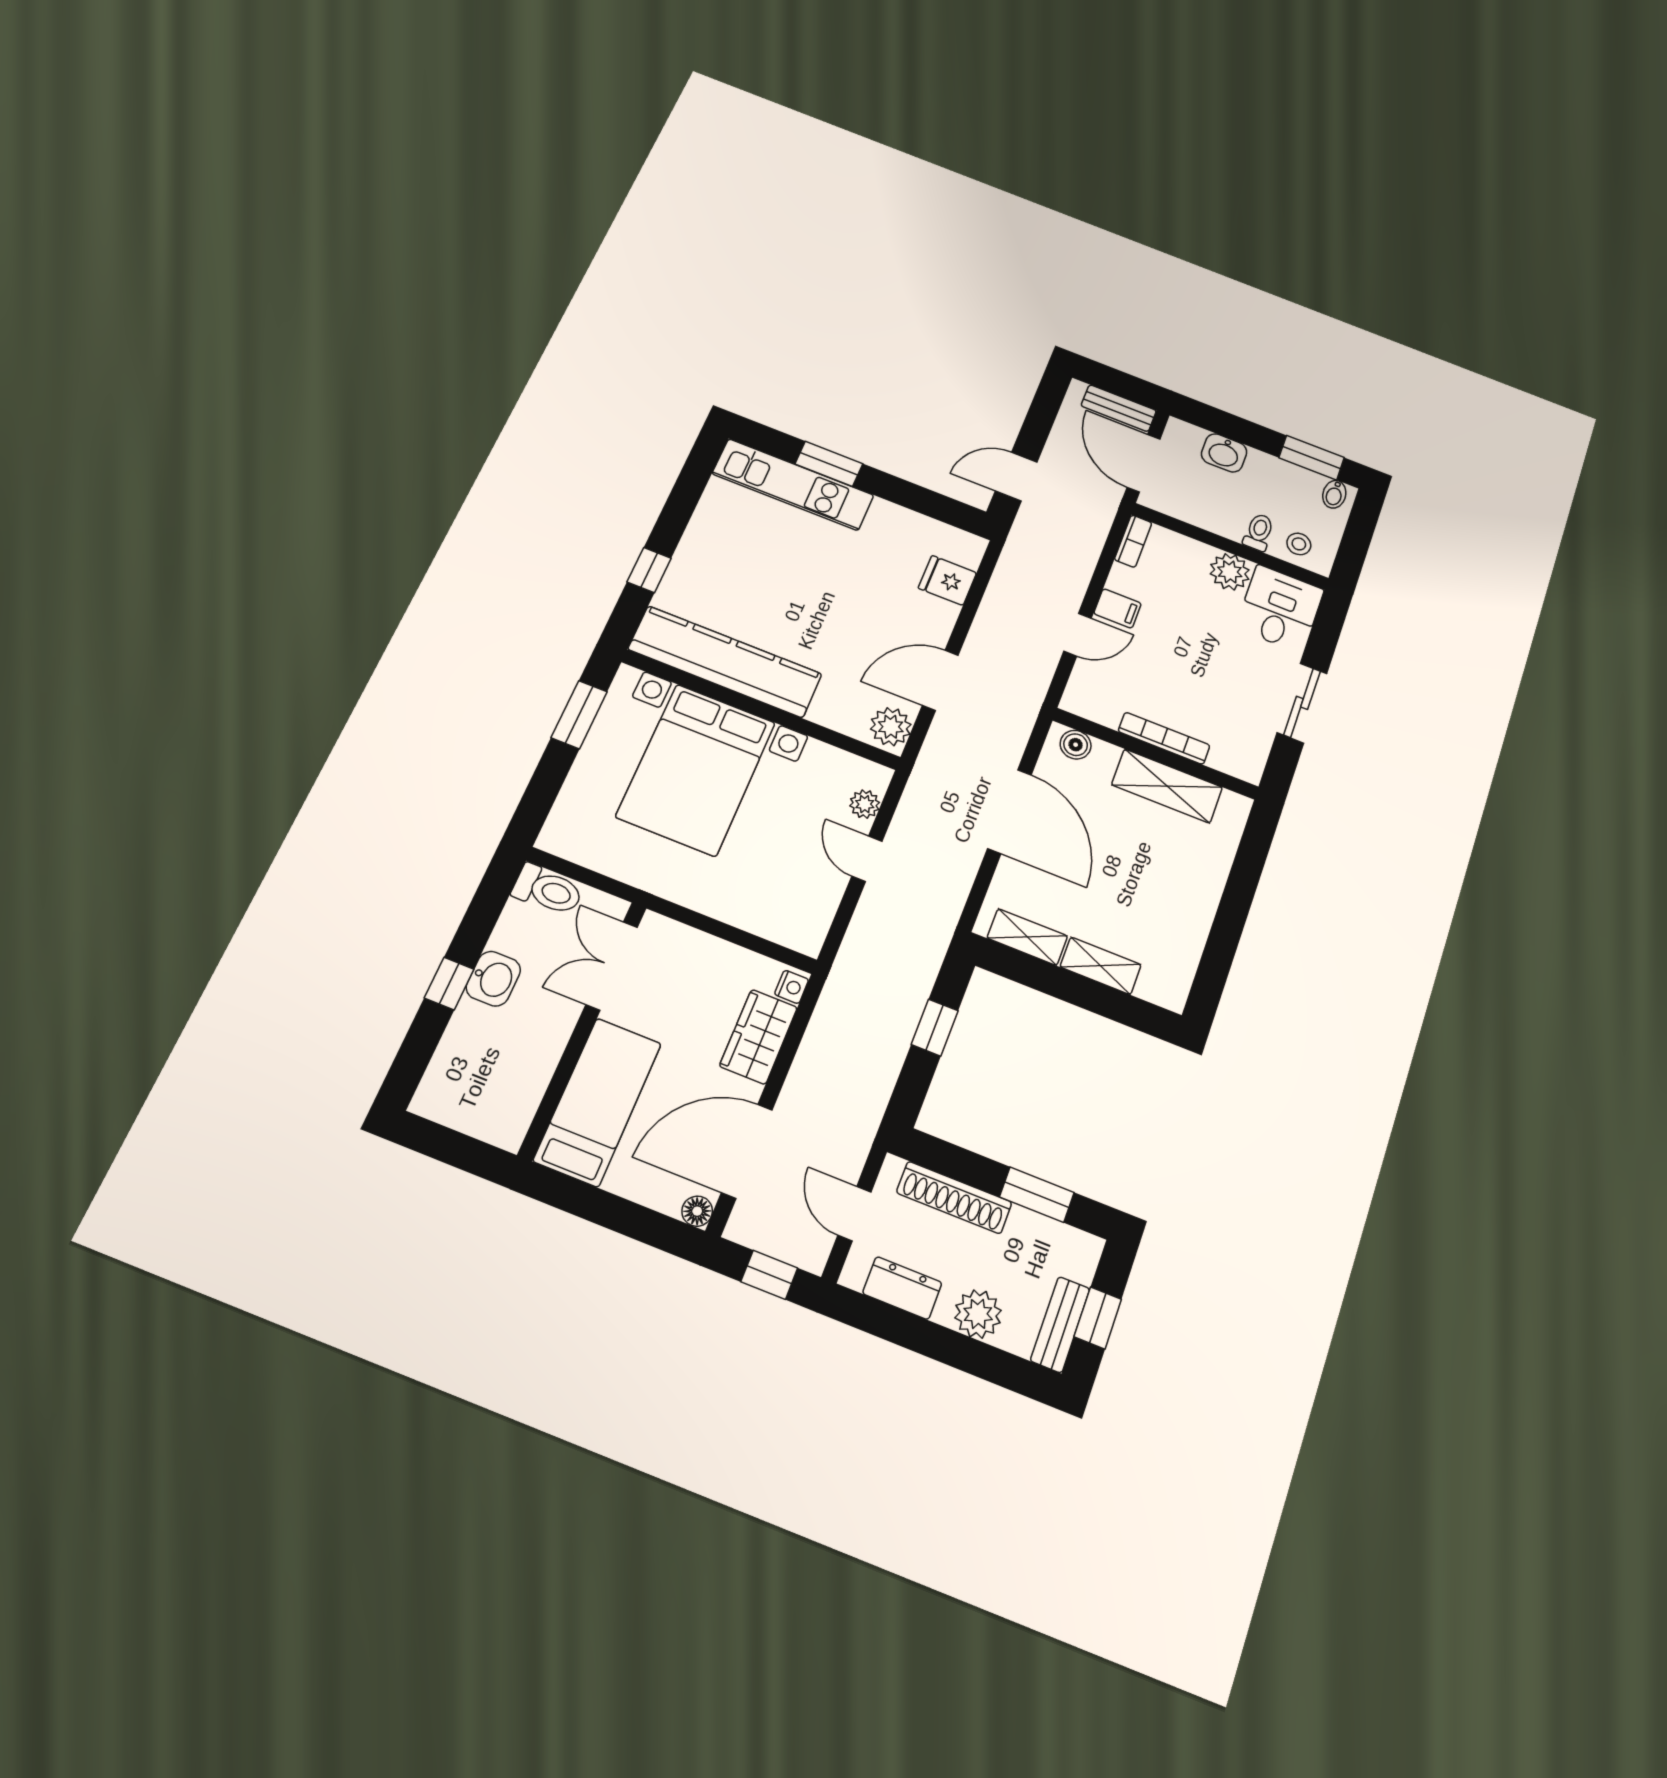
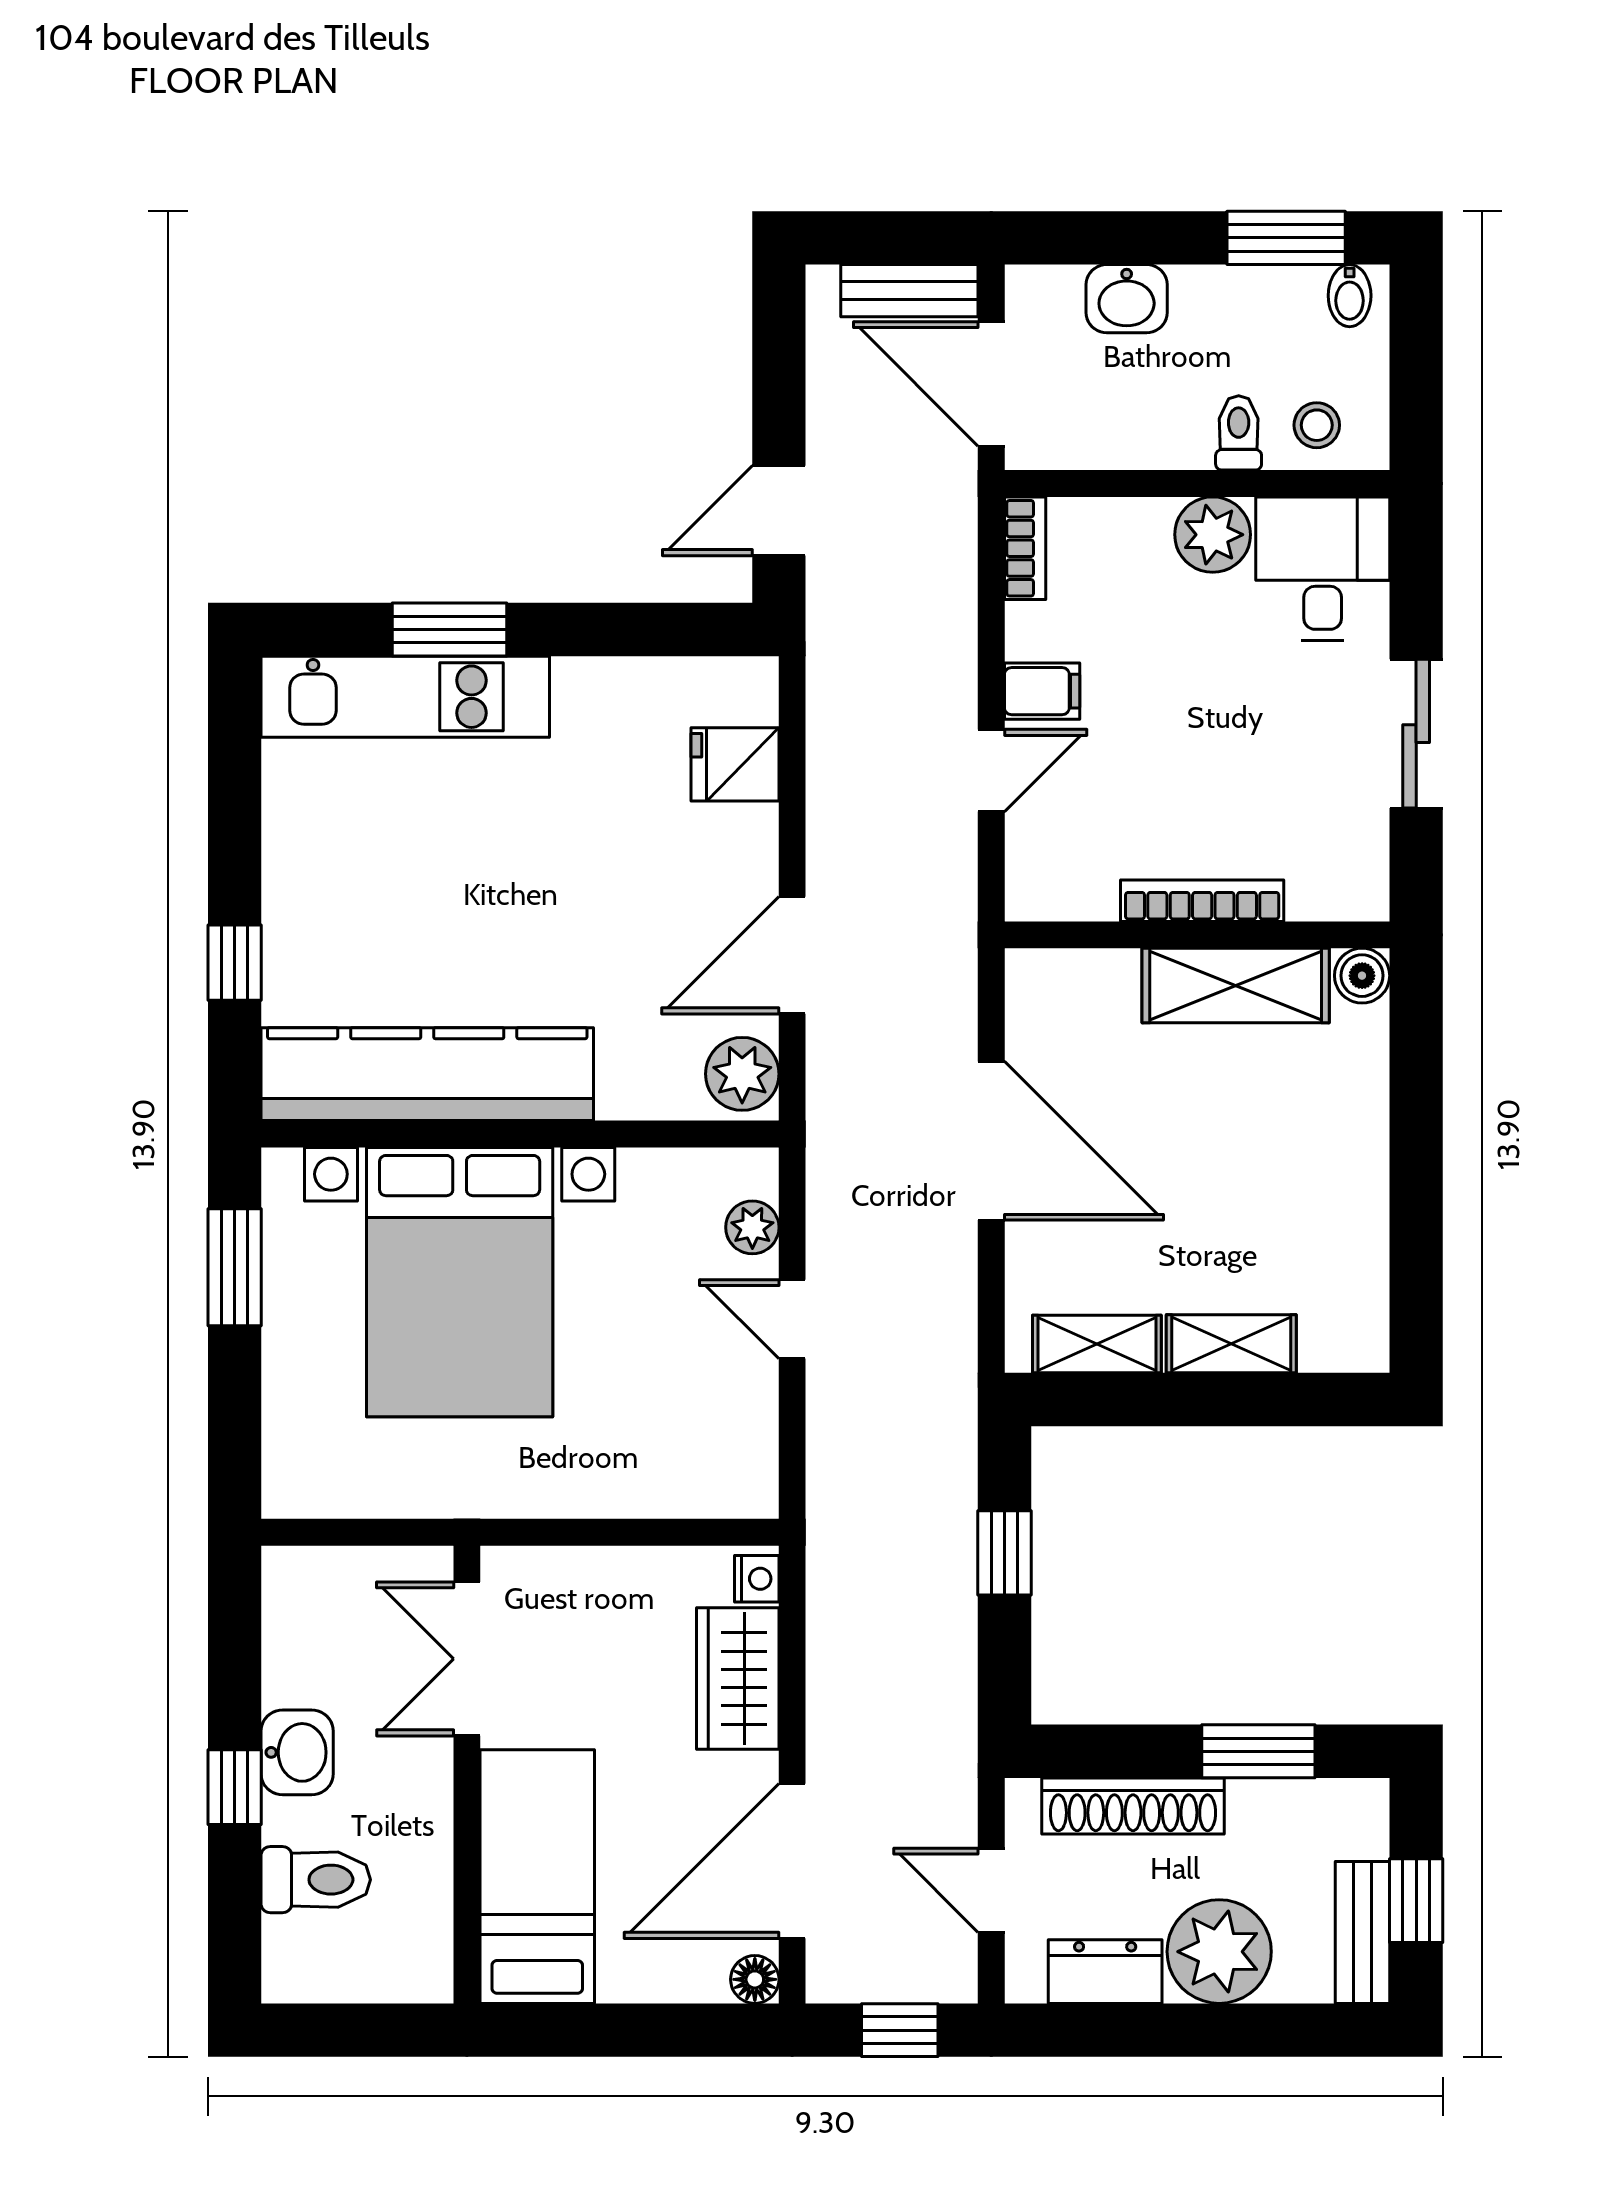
boiler: (1076, 745) -> (1362, 976), moved
toilet: (548, 890) -> (316, 1880), moved
plant: (978, 1314) -> (1219, 1952), width x1.36, depth x1.36

